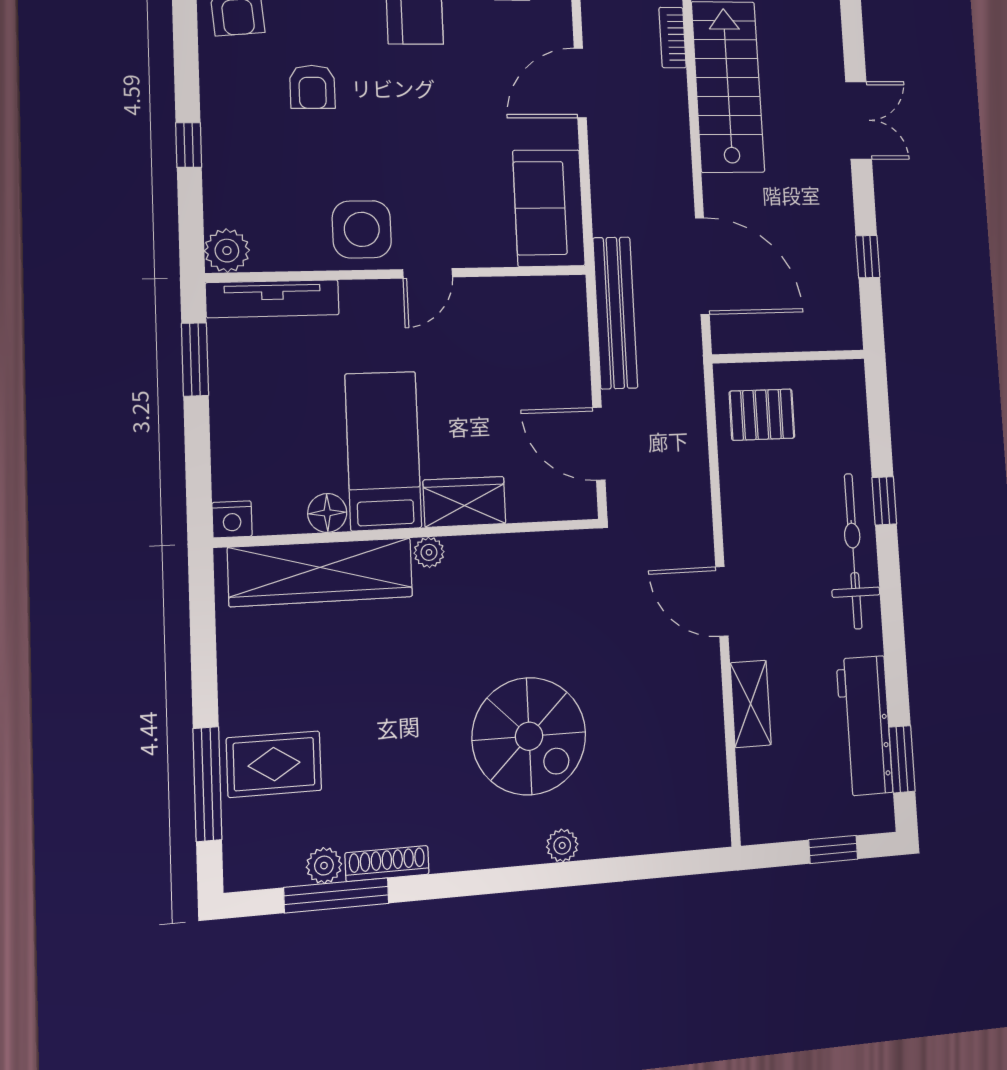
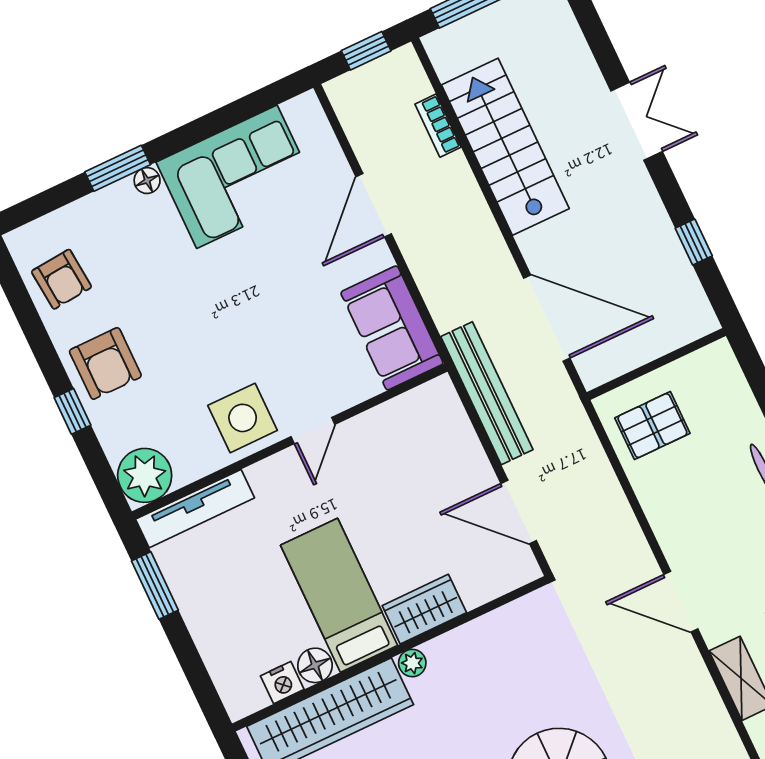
armchair: (312, 87) -> (105, 363), moved, width x1.38, depth x1.38
plant: (227, 251) -> (145, 475), width x1.36, depth x1.36
nightstand: (232, 519) -> (282, 683), moved

